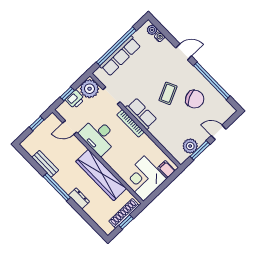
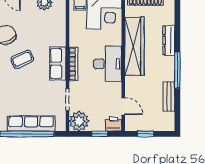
printer: (75, 99) -> (114, 124), moved
desk: (98, 136) -> (108, 64), moved
dresser: (79, 198) -> (169, 40), width x1.44

